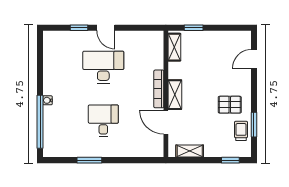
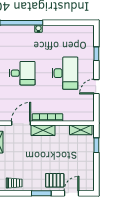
door: (106, 28) -> (96, 87), moved
door: (254, 59) -> (72, 193), hinge flipped
pallet: (230, 105) -> (55, 180), moved, turned 90
window: (254, 125) -> (41, 193), moved

